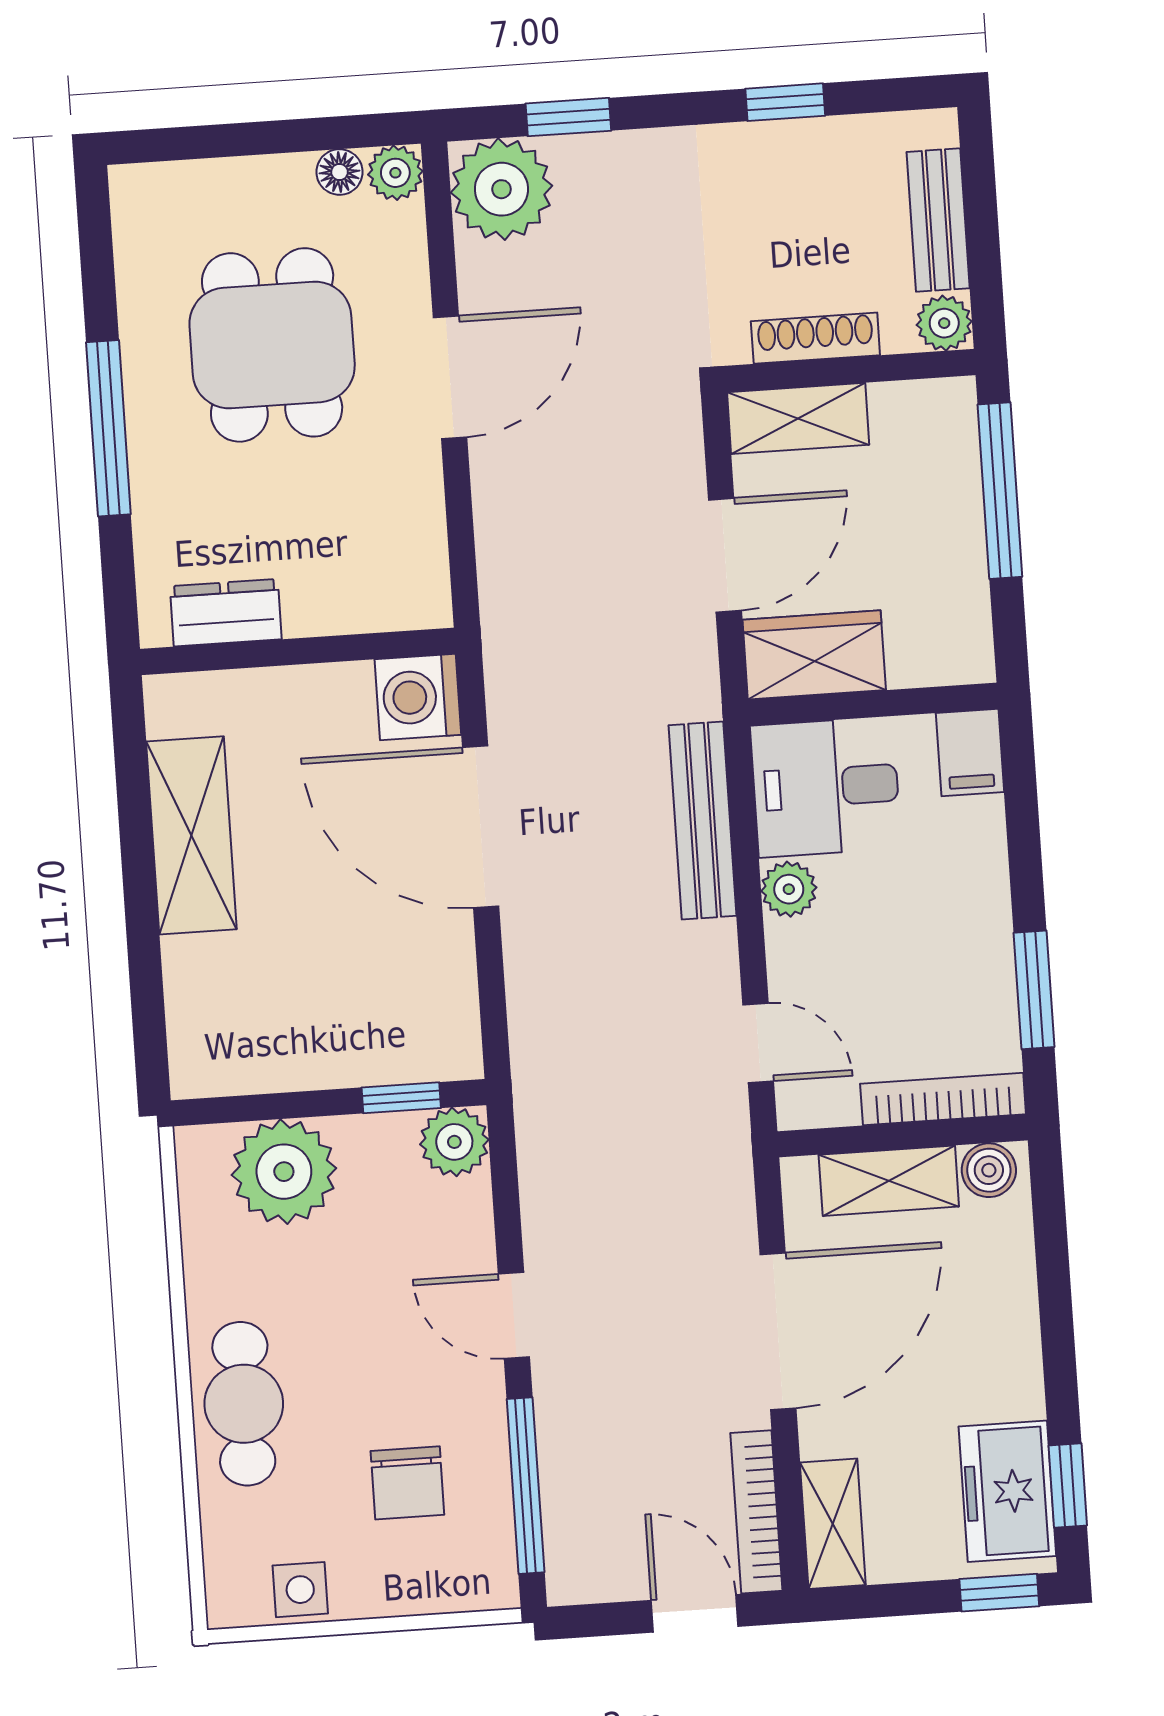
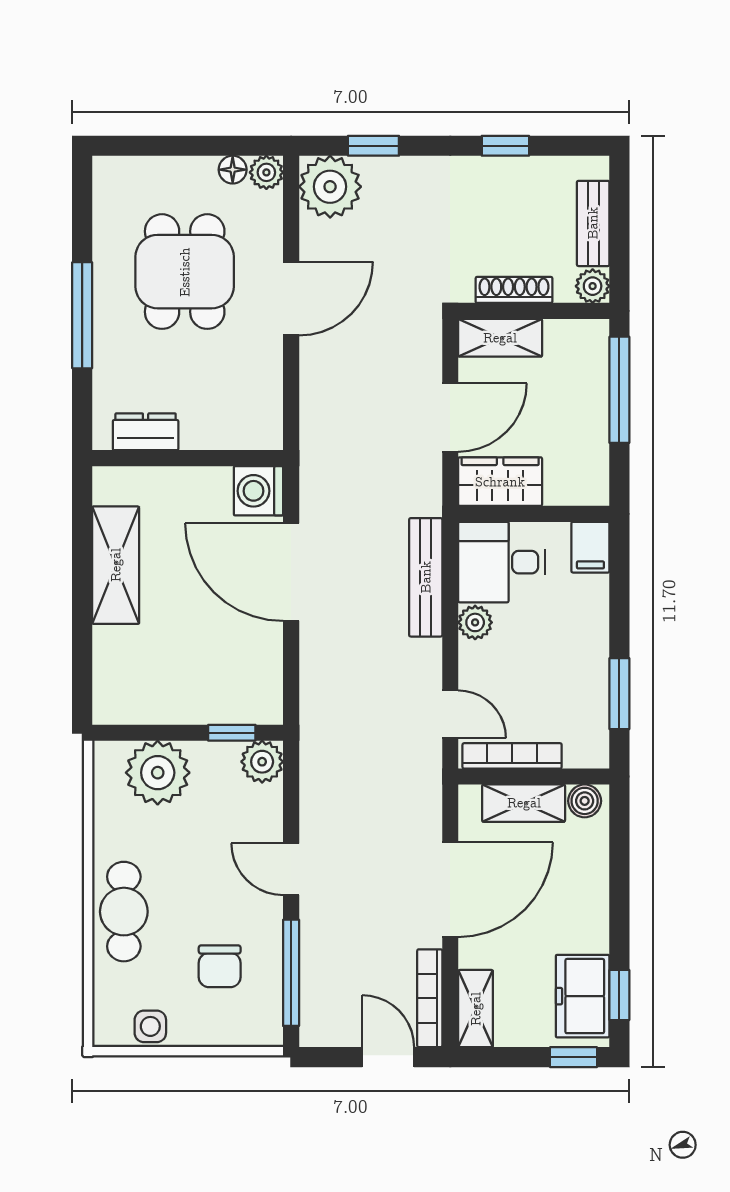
bookcase: (943, 1099) -> (512, 756), moved

